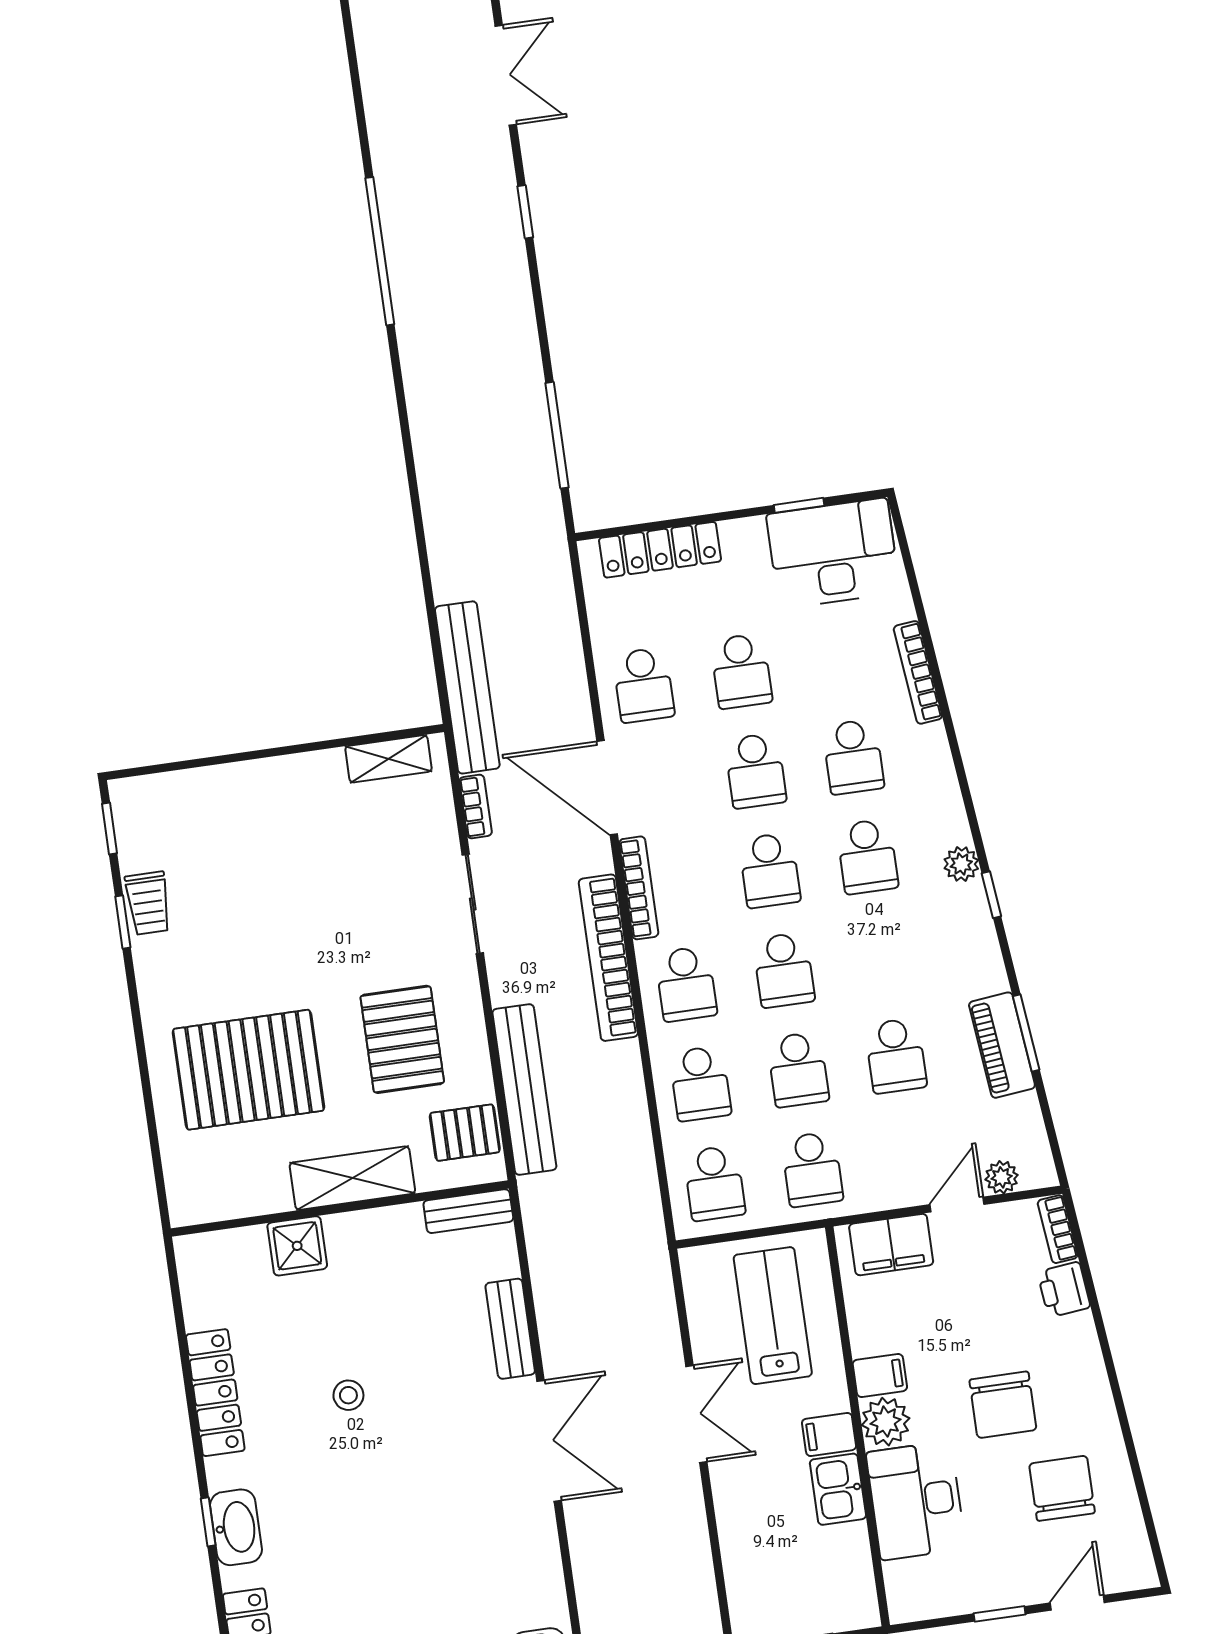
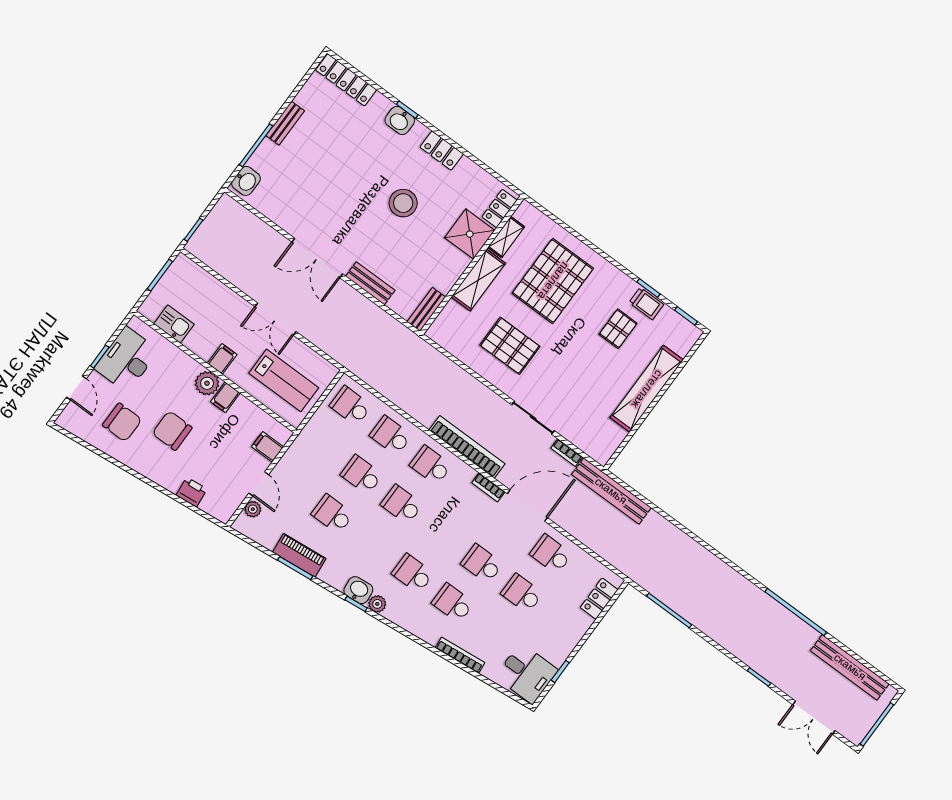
locker: (660, 550) -> (599, 599), width x0.66
desk: (833, 553) -> (527, 673), width x0.73
shelving: (389, 759) -> (647, 389), moved, width x2.20, depth x1.33
school desk: (770, 870) -> (442, 534), removed
bookcase: (639, 888) -> (488, 487), width x0.64
trolley: (148, 903) -> (646, 304), turned 180
washbasin: (968, 911) -> (358, 590), added
bench: (524, 1090) -> (850, 667), moved
pallet: (465, 1133) -> (618, 329), moved
school desk: (812, 1169) -> (322, 445), removed
shelving: (251, 1199) -> (506, 237), added
bookcase: (1058, 1229) -> (215, 511), removed
filing cabinet: (891, 1245) -> (268, 447), width x0.50
shower: (297, 1246) -> (470, 234), width x1.36, depth x1.36
locker: (220, 1249) -> (500, 209), added
locker: (215, 1393) -> (442, 151), width x0.66
stool: (348, 1395) -> (403, 203), width x1.89, depth x1.89
kitchen sink: (838, 1489) -> (174, 324), moved
desk: (916, 1501) -> (127, 359), moved, turned -90
washbasin: (236, 1527) -> (400, 120), width x0.72

